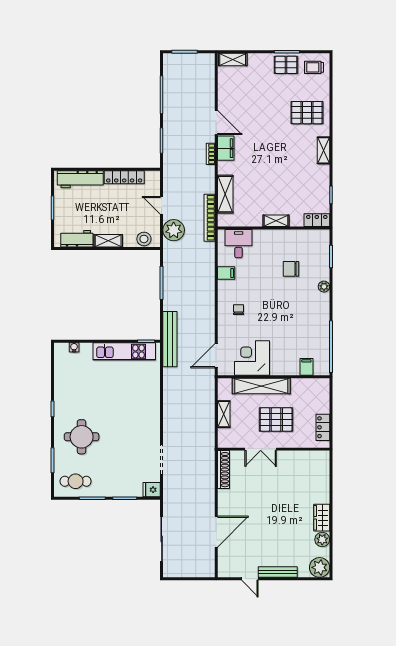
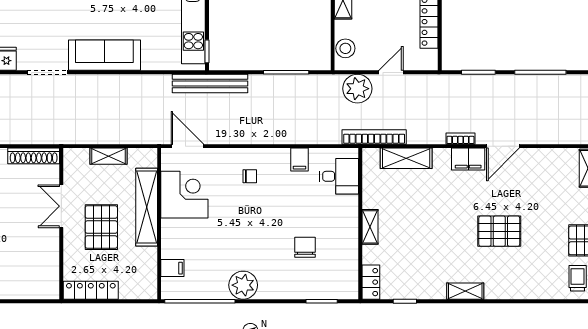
pallet: (307, 113) -> (499, 231), moved, turned 90
plant: (324, 287) -> (243, 285), moved, width x1.88, depth x1.88
sofa: (149, 417) -> (104, 55), added
locker: (323, 427) -> (91, 290), width x1.53

